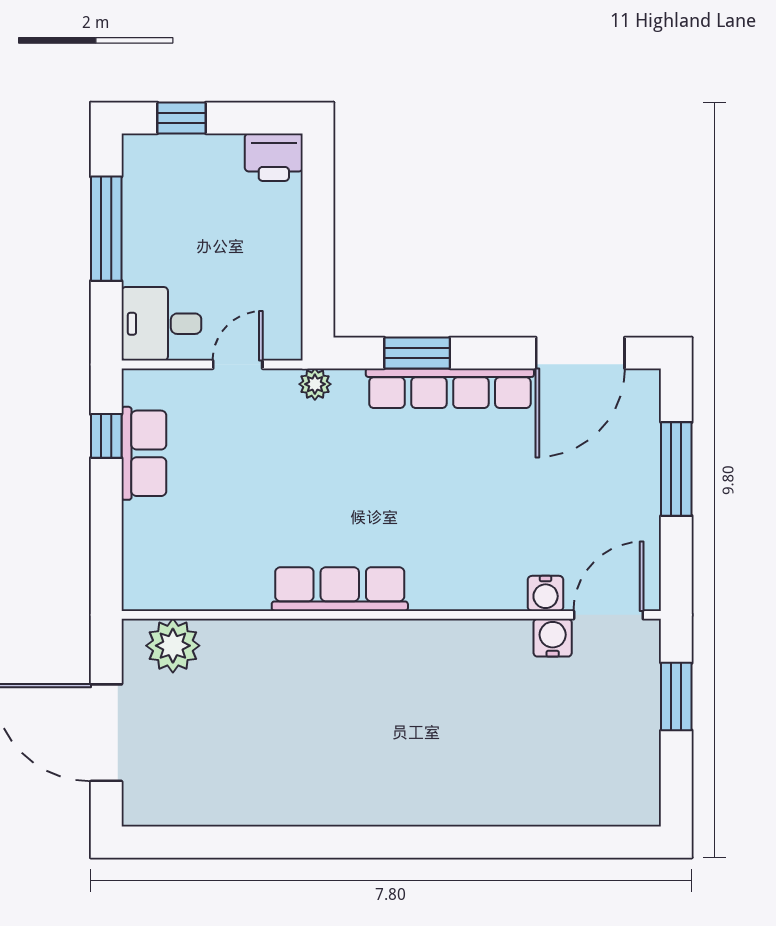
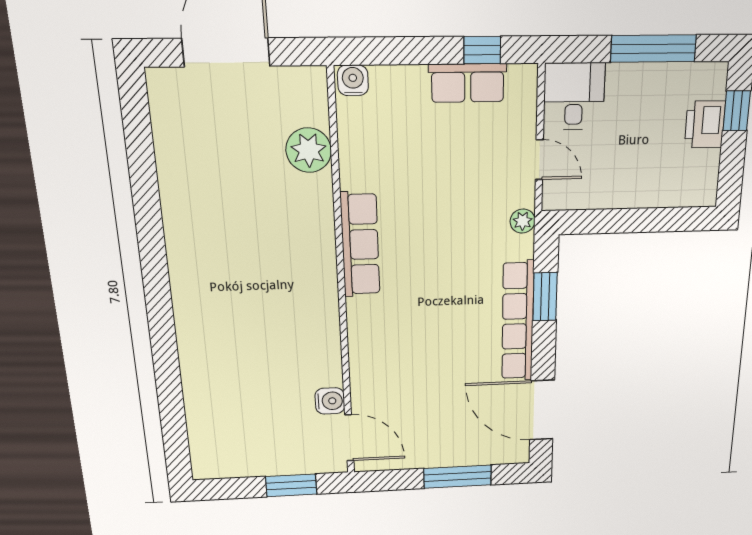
printer: (274, 157) -> (705, 124), moved
water cooler: (546, 593) -> (353, 80), moved, turned 90
plant: (173, 646) -> (309, 150), moved

